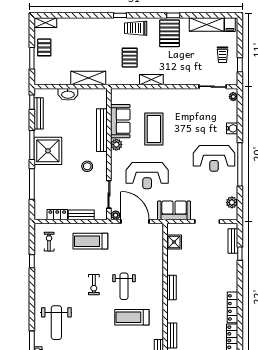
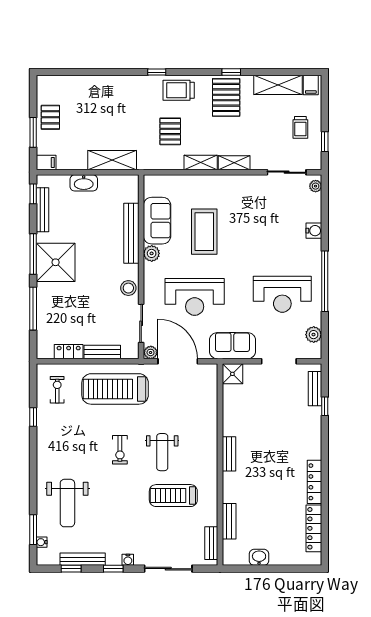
shelving: (45, 23) -> (234, 163), moved
filing cabinet: (41, 80) -> (46, 163), added
reception desk: (214, 158) -> (282, 294), moved
stool: (87, 166) -> (128, 288), moved
treadmill: (90, 241) -> (115, 389), width x1.37, depth x1.38
shower: (174, 242) -> (232, 374), moved

